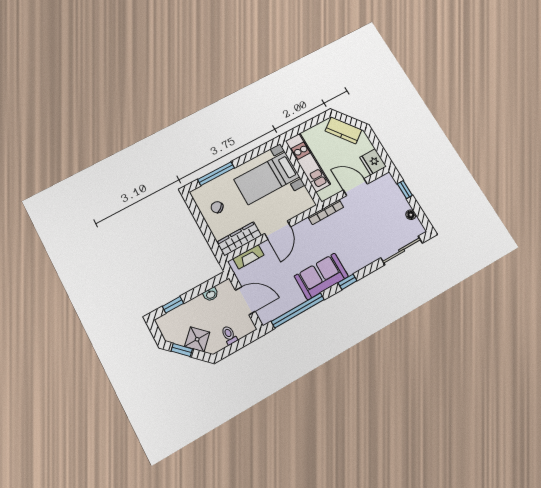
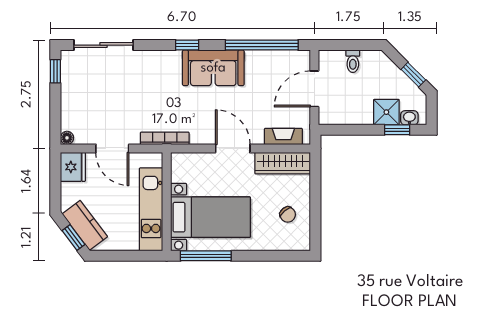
window: (346, 119) -> (73, 237), added
window: (216, 174) -> (206, 256), moved
window: (405, 190) -> (55, 71), moved
floor lamp: (411, 215) -> (67, 138), moved
door: (278, 230) -> (233, 148), hinge flipped
washbasin: (211, 294) -> (409, 118), moved
door: (245, 301) -> (314, 89), hinge flipped
shower: (197, 339) -> (386, 112), moved, turned 45

